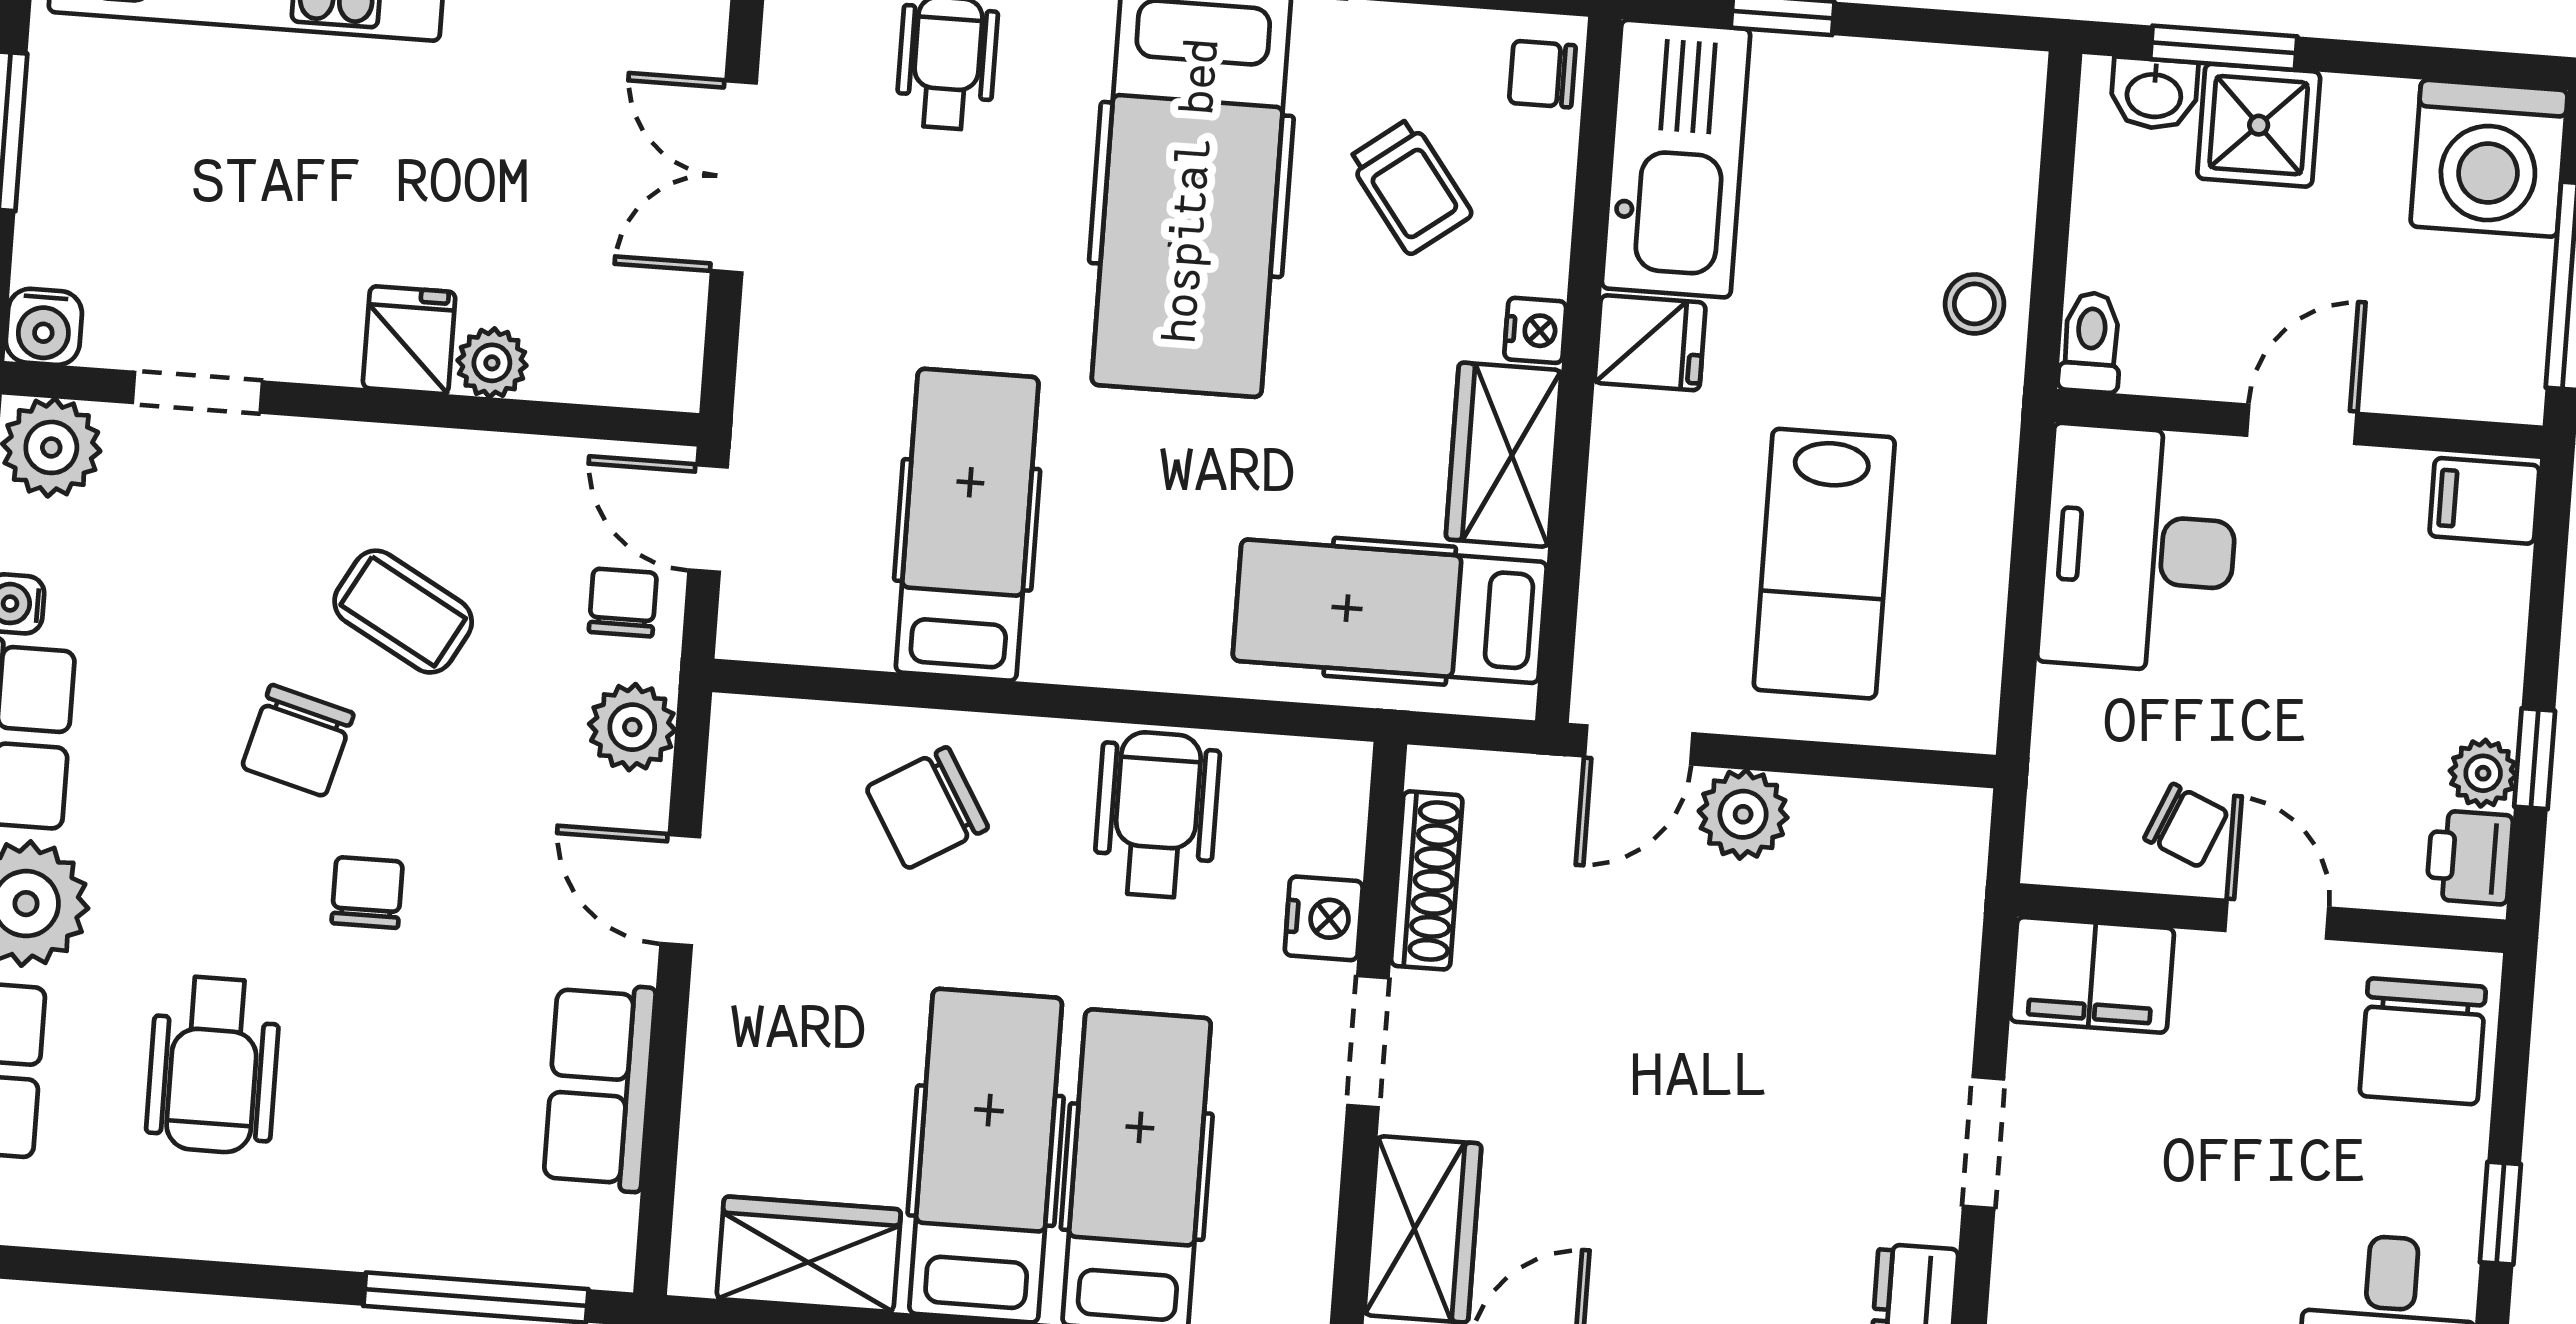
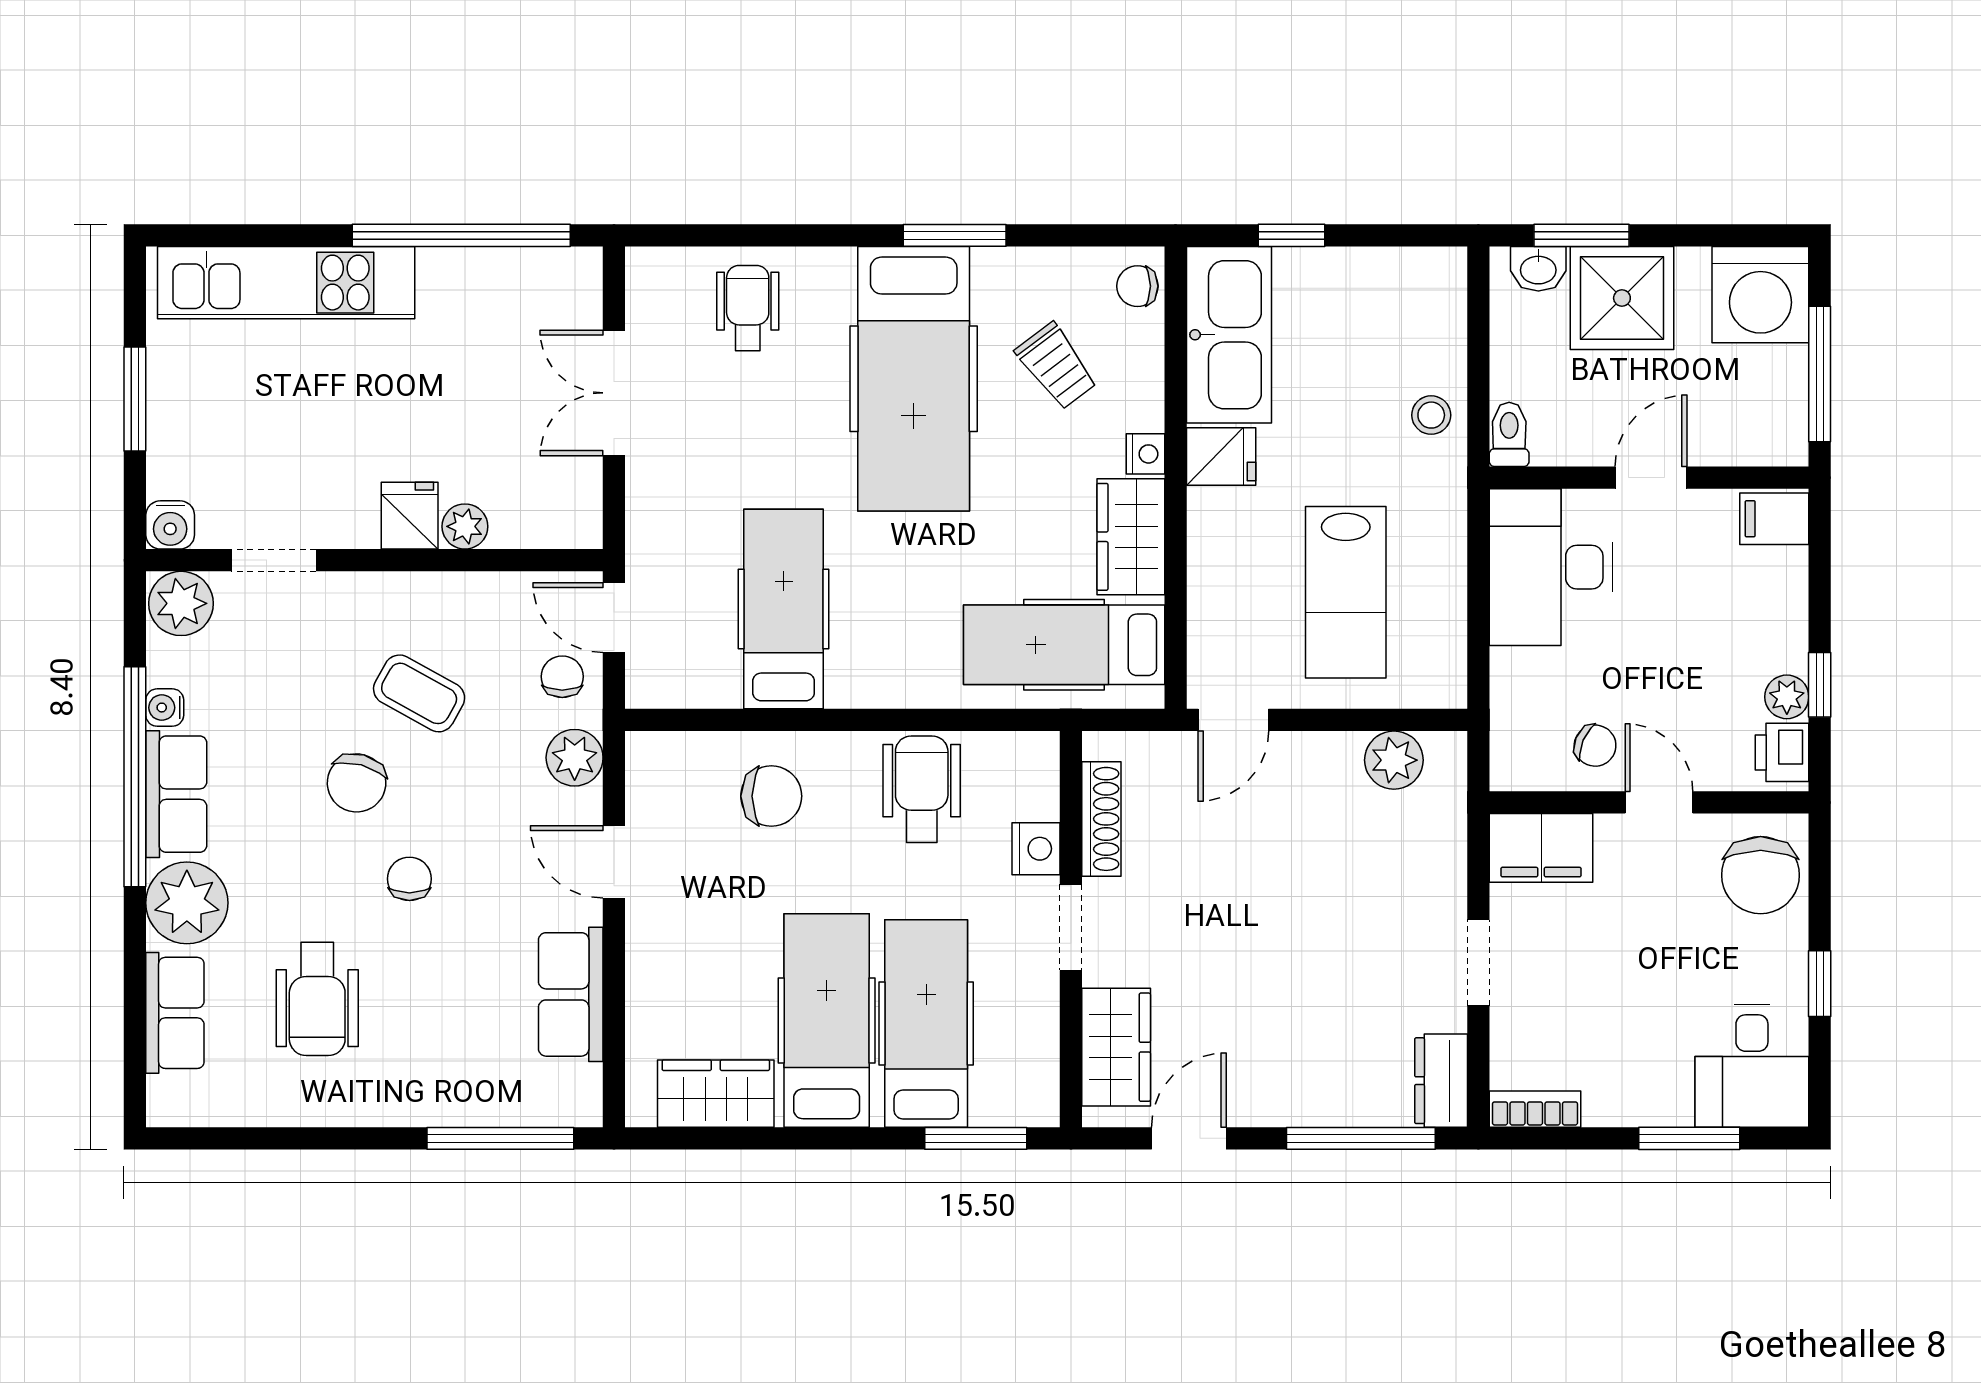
shower: (2259, 125) -> (1622, 298), width x1.36, depth x1.36
chair: (927, 808) -> (771, 796), turned -149
plant: (1743, 814) -> (1394, 760), moved

